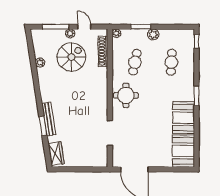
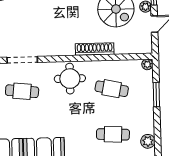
plant: (153, 35) -> (148, 141), moved
shoe rack: (103, 51) -> (95, 49), moved
cafe table: (135, 134) -> (22, 91), added

